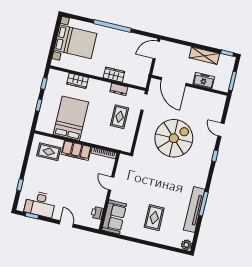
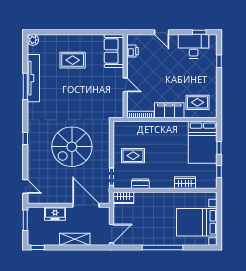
shelving: (204, 56) -> (75, 239), moved
wardrobe: (114, 75) -> (123, 198), moved
rug: (120, 117) -> (133, 156), turned 90
bed: (71, 118) -> (203, 142), moved
door: (221, 130) -> (25, 186), moved
rug: (154, 218) -> (73, 60), turned 90

